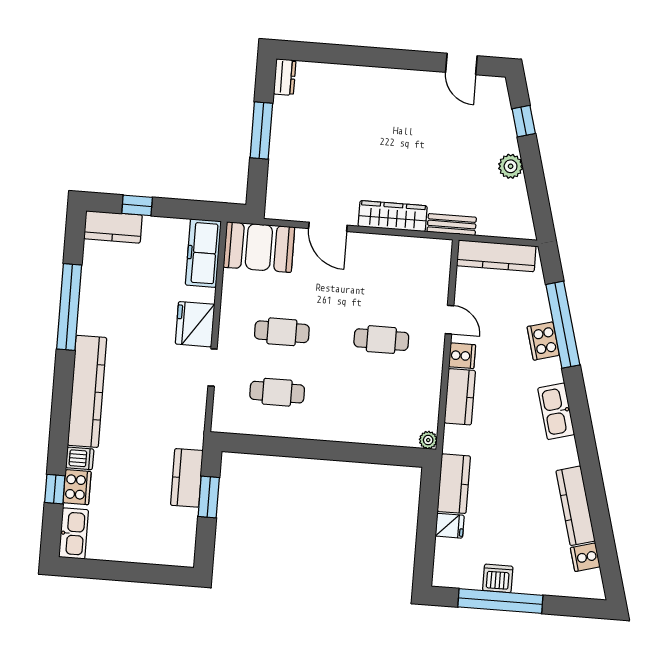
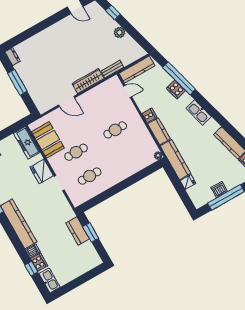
booth: (259, 247) -> (48, 140), moved, turned 90
door: (449, 320) -> (128, 91), moved
kitchen counter: (454, 484) -> (176, 160), width x1.50

